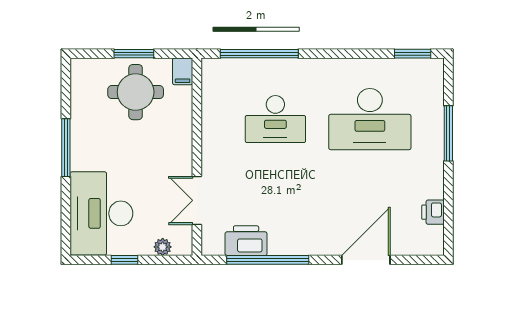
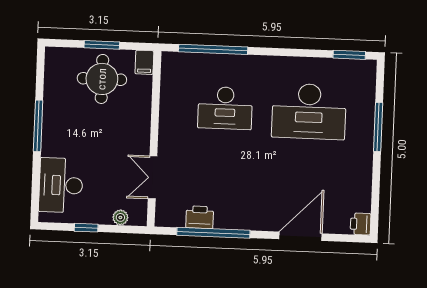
printer: (433, 212) -> (361, 224), moved
desk: (101, 213) -> (61, 185), width x0.73, depth x0.77
printer: (246, 241) -> (200, 217), width x0.73, depth x0.84

